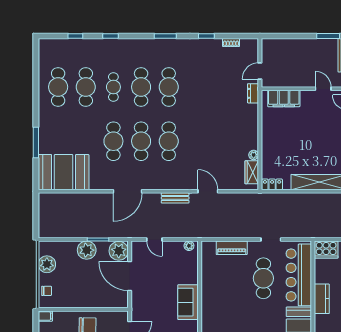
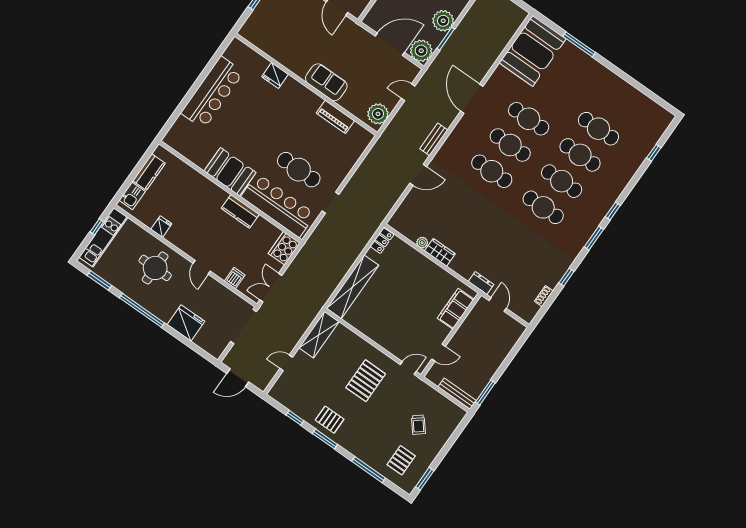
window: (110, 36) -> (613, 211), moved
cafe table: (58, 87) -> (617, 102), removed
cafe table: (113, 87) -> (580, 155), width x1.37, depth x1.35
wardrobe: (252, 172) -> (440, 252), moved
plant: (189, 246) -> (378, 114), width x1.87, depth x1.87
piano: (232, 248) -> (335, 117), moved, turned -90

